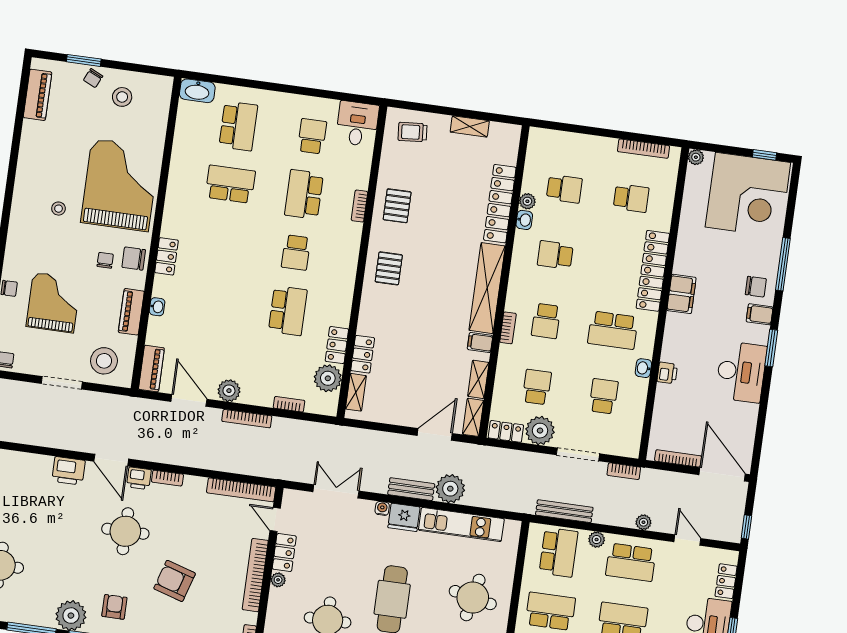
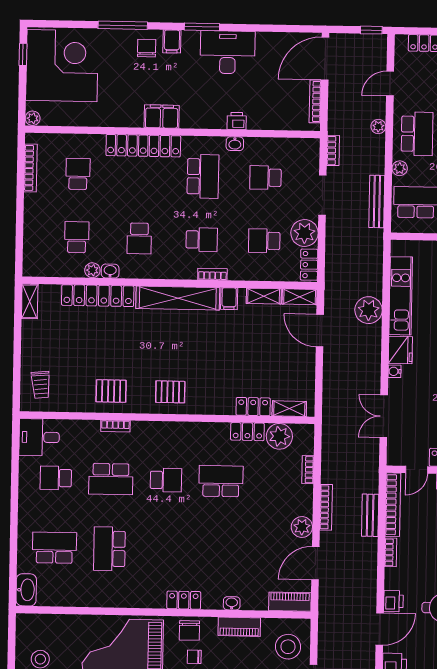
shelving: (470, 126) -> (30, 301), moved
bookcase: (167, 478) -> (391, 552), moved
bench: (411, 489) -> (370, 515), moved

